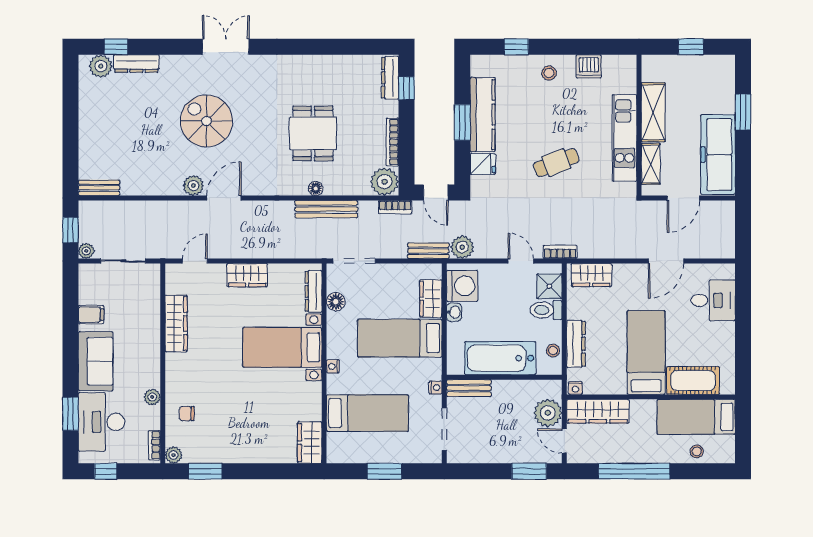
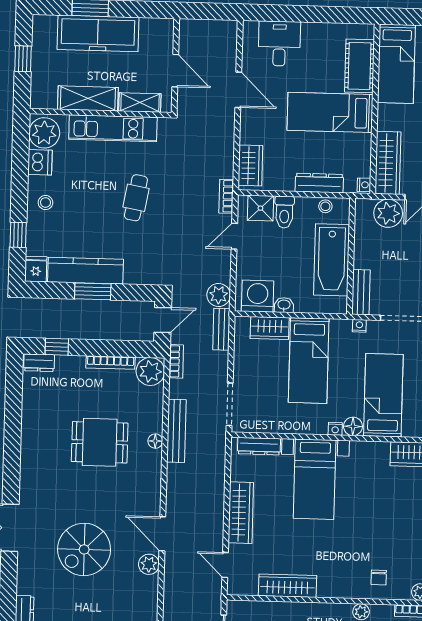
plant: (618, 70) -> (44, 133), added
dresser: (390, 78) -> (39, 363), width x0.70
freezer: (718, 155) -> (98, 33), moved
cafe table: (556, 163) -> (136, 198), turned 31
fridge: (483, 164) -> (36, 269), moved
wardrobe: (247, 275) -> (241, 513), width x1.50
floor lamp: (336, 302) -> (353, 426), moved

